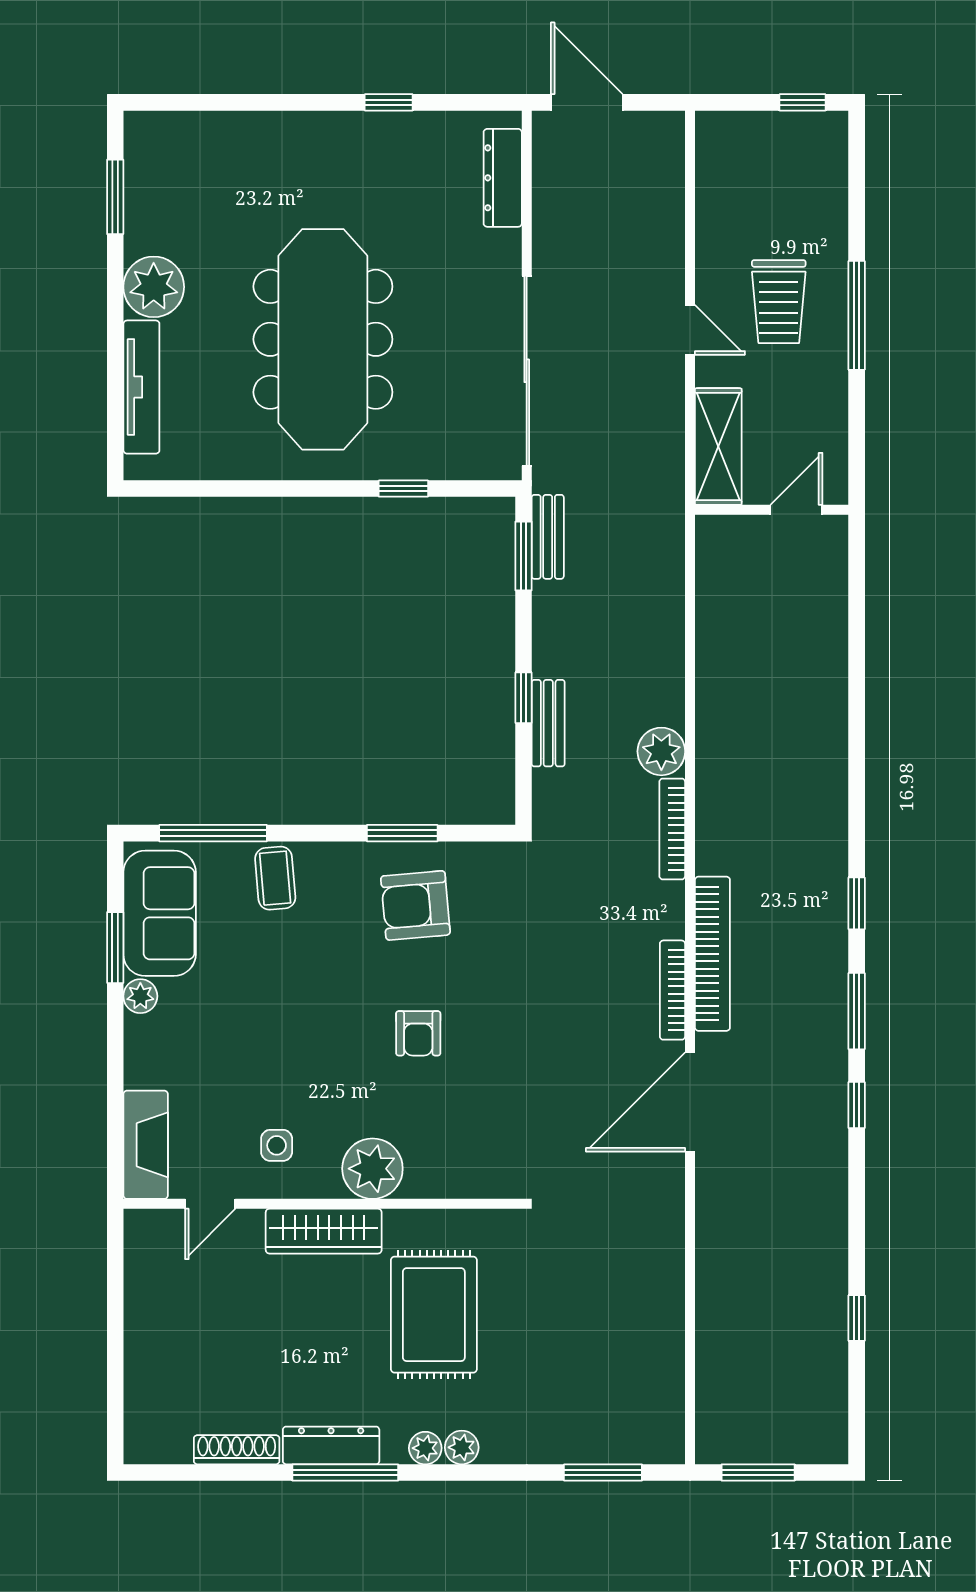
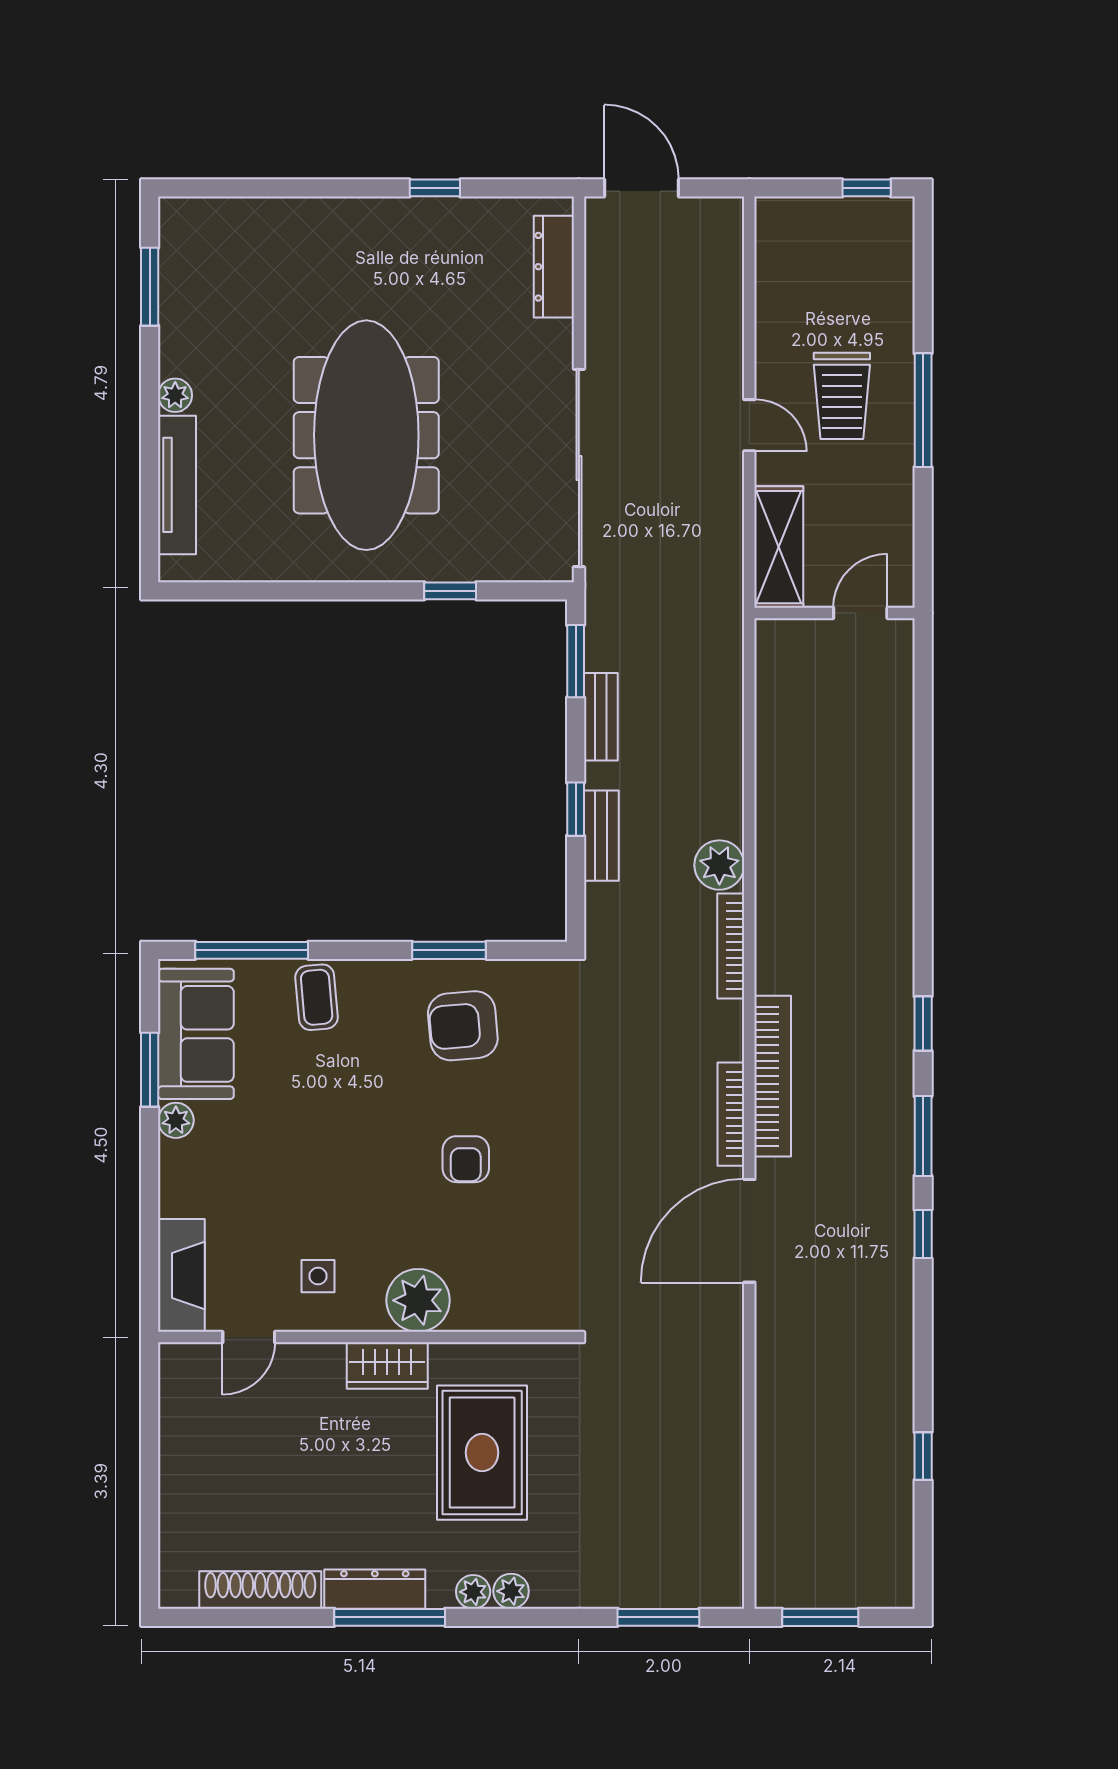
plant: (154, 287) -> (175, 395), width x0.53, depth x0.53
bench: (548, 537) -> (601, 717), moved
wardrobe: (324, 1231) -> (387, 1366), width x0.67
shoe rack: (237, 1450) -> (260, 1590), width x1.36, depth x1.24

